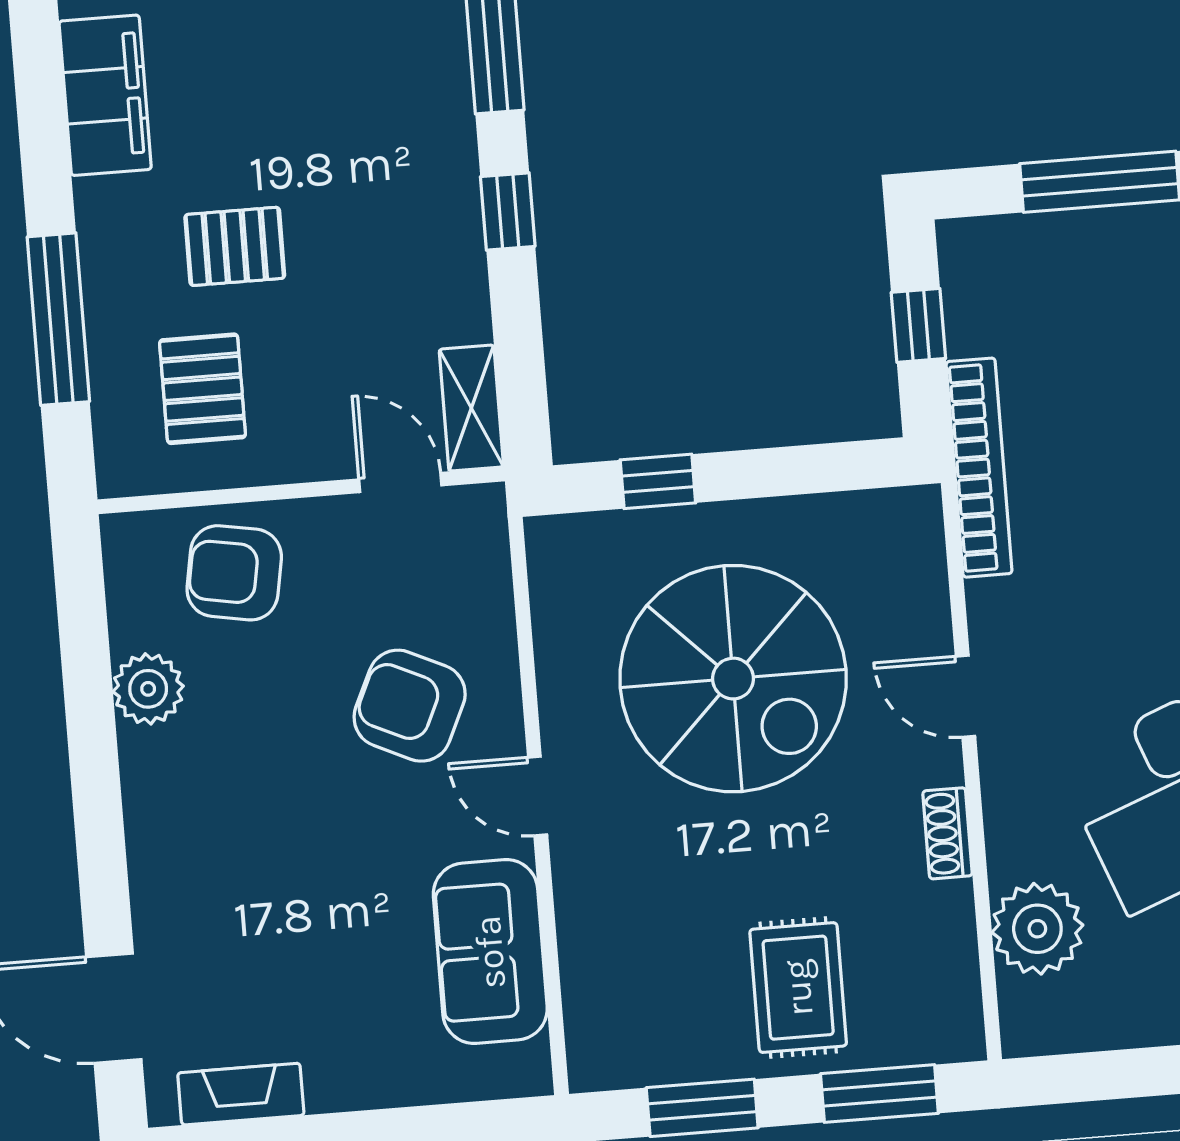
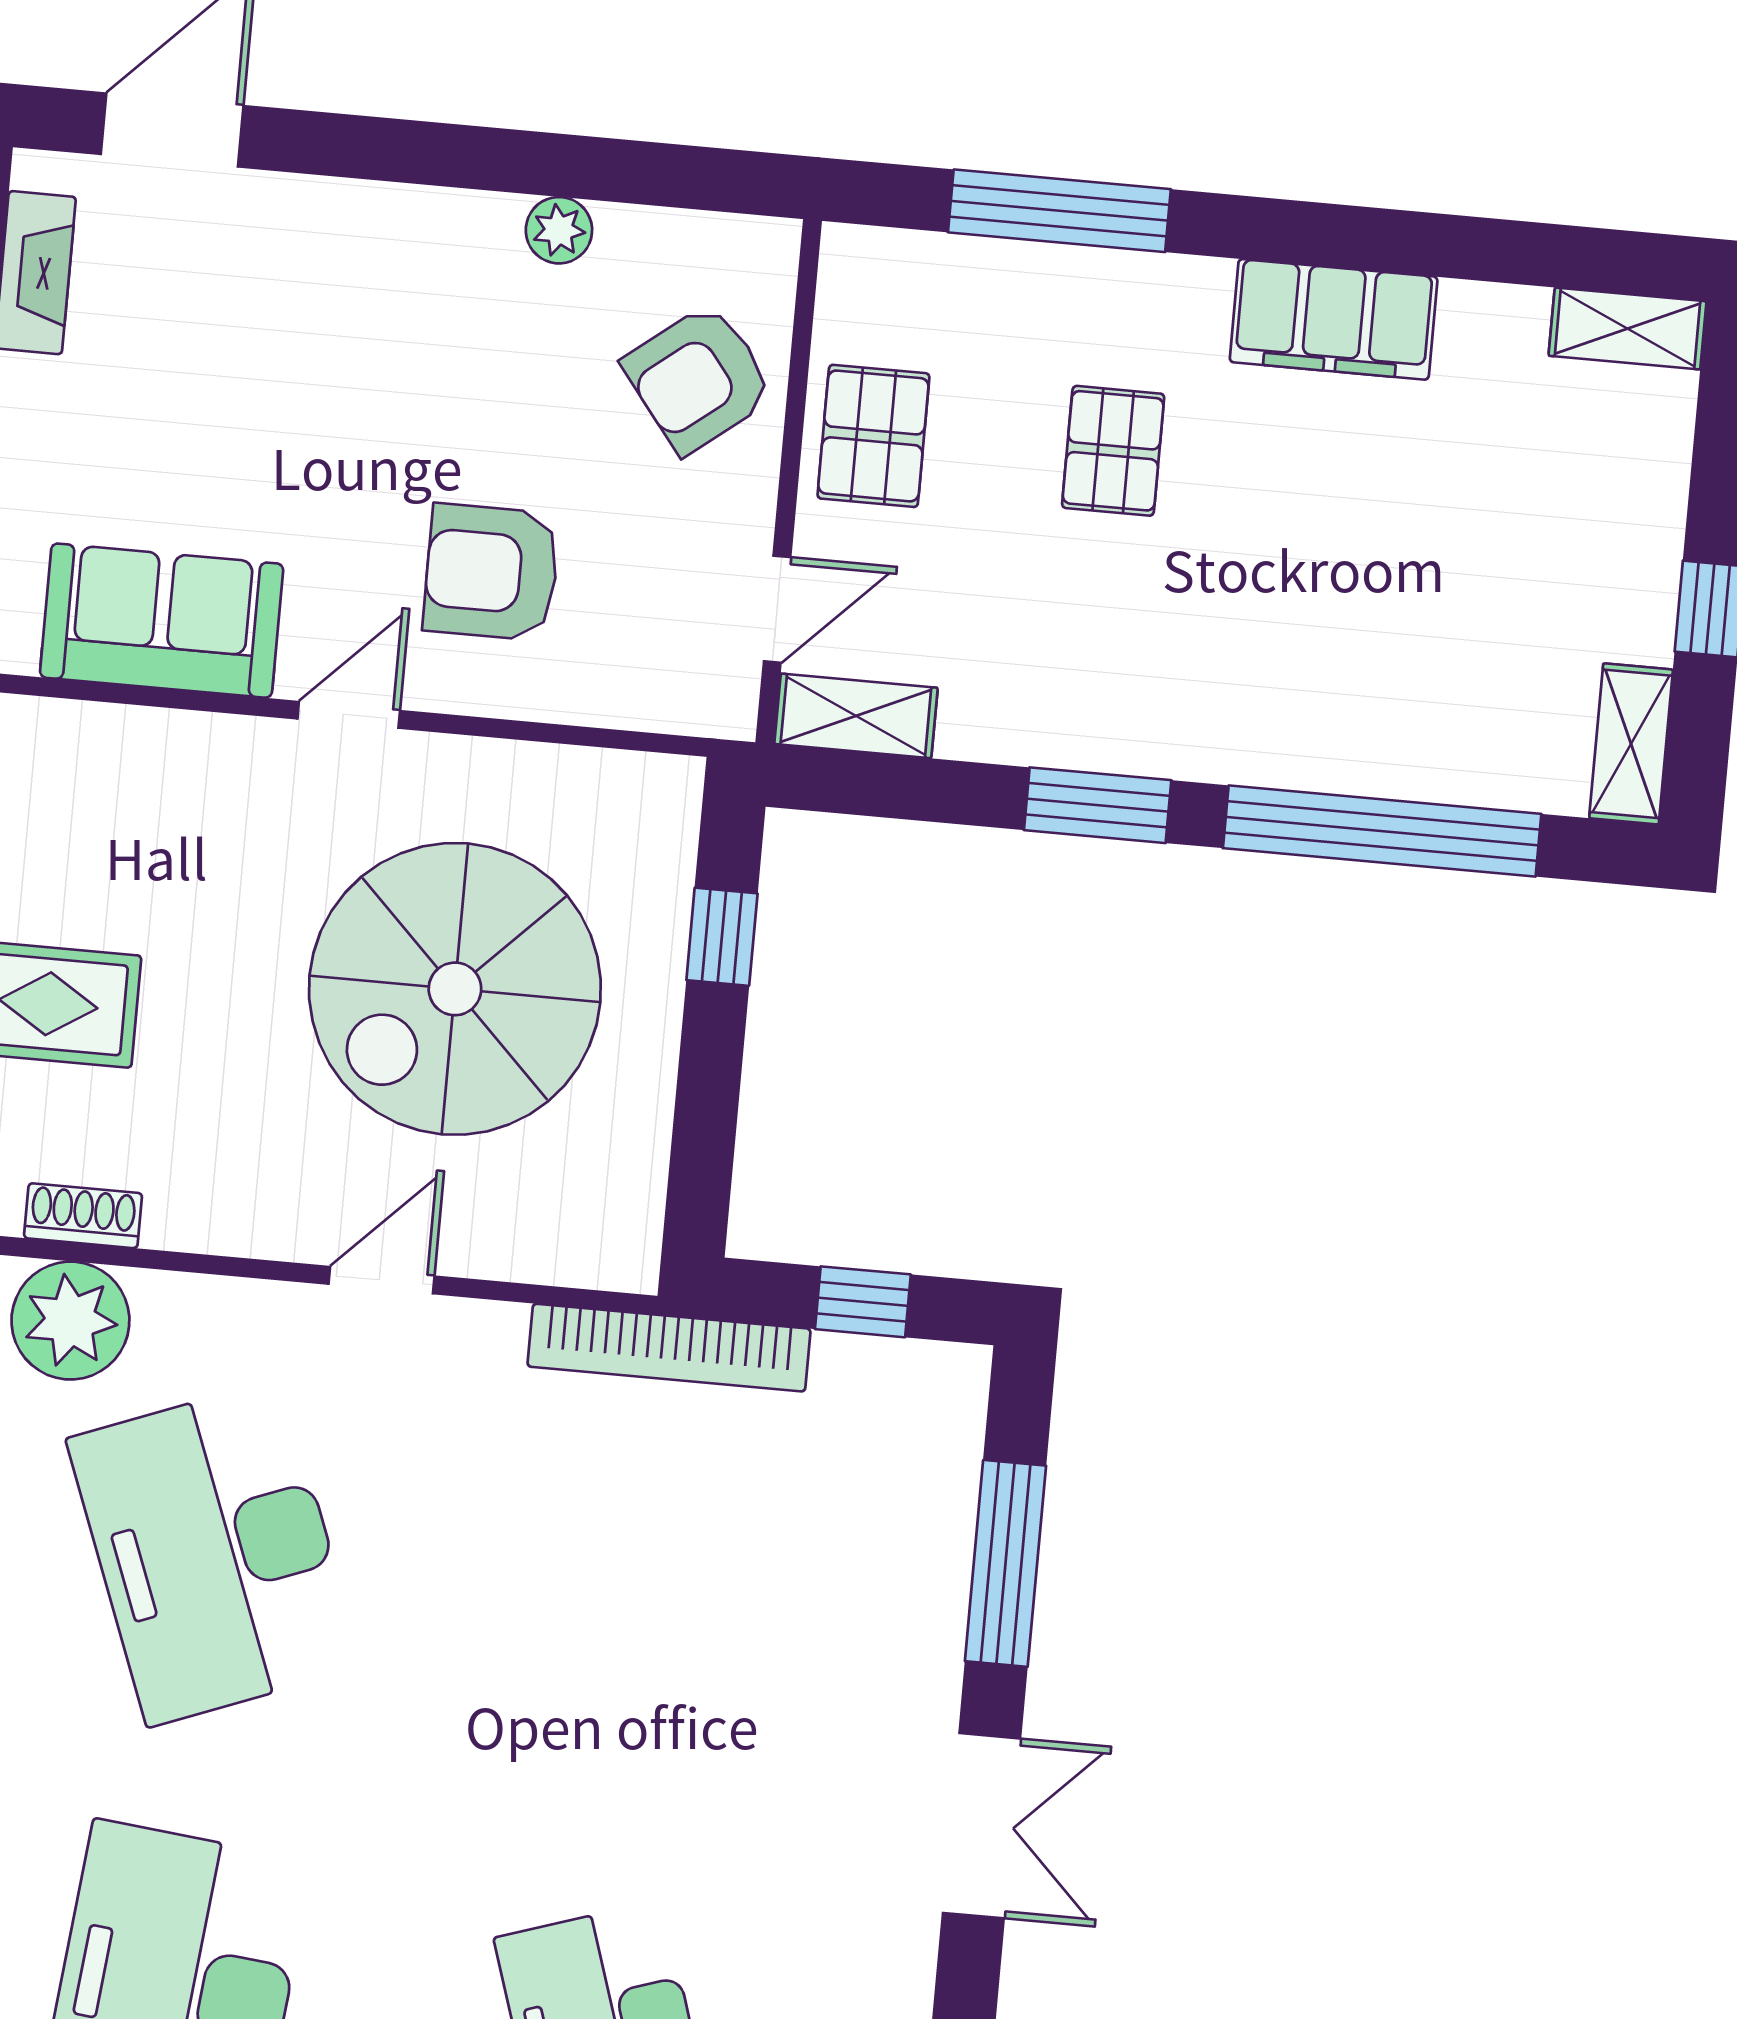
window: (508, 211) -> (1098, 805), width x1.50
pallet: (203, 389) -> (873, 436), moved, turned 90
armchair: (234, 573) -> (699, 379), turned -138
plant: (148, 689) -> (559, 230), width x0.73, depth x0.73
armchair: (410, 706) -> (492, 572), turned -115
shoe rack: (948, 833) -> (83, 1216), moved

